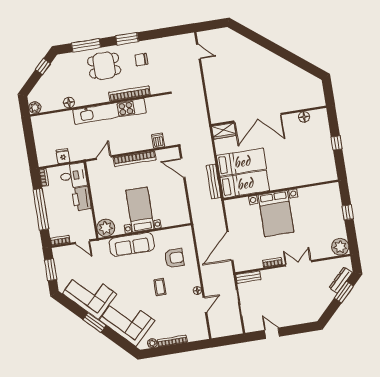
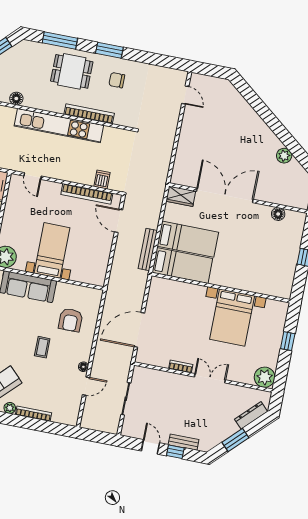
plant: (292, 70) -> (284, 156), added
double door: (258, 118) -> (225, 195), swing flipped
door: (104, 158) -> (33, 176), swing flipped
bookcase: (135, 159) -> (87, 194), moved
bed with nightstands: (276, 214) -> (232, 317), moved
armchair: (174, 258) -> (71, 320), turned 90
bench: (248, 277) -> (184, 442), moved
window: (344, 292) -> (235, 440), moved
window: (293, 330) -> (175, 452), added

